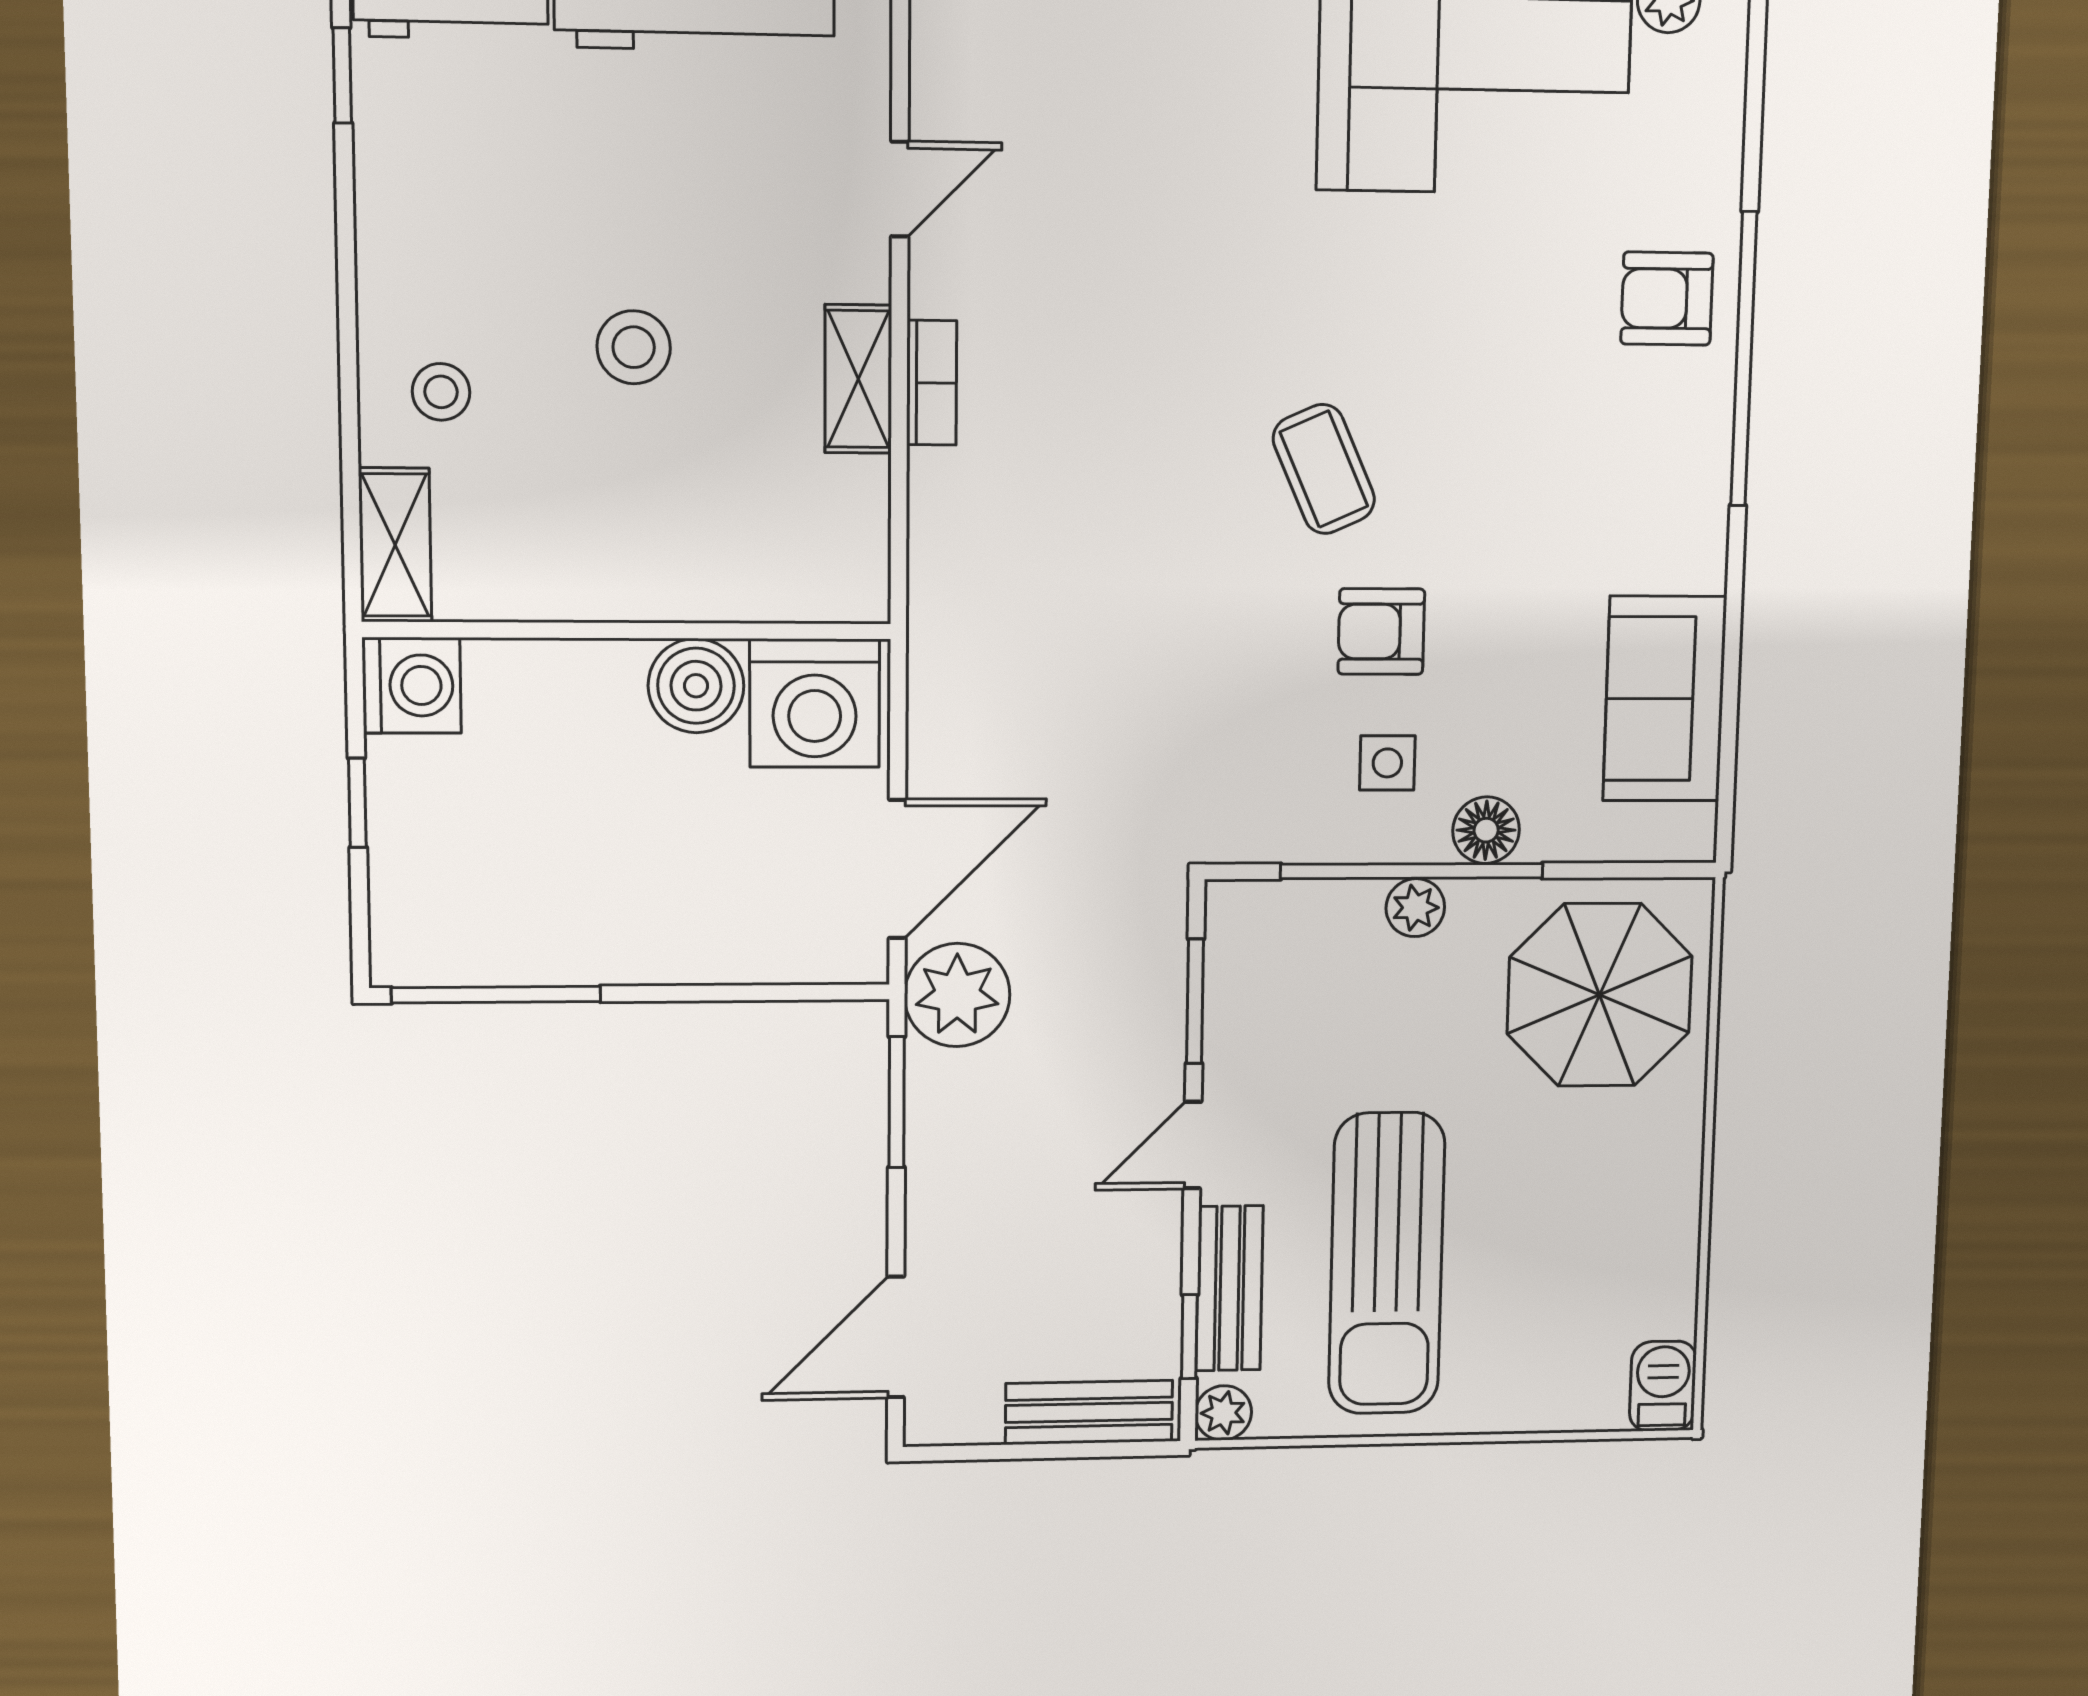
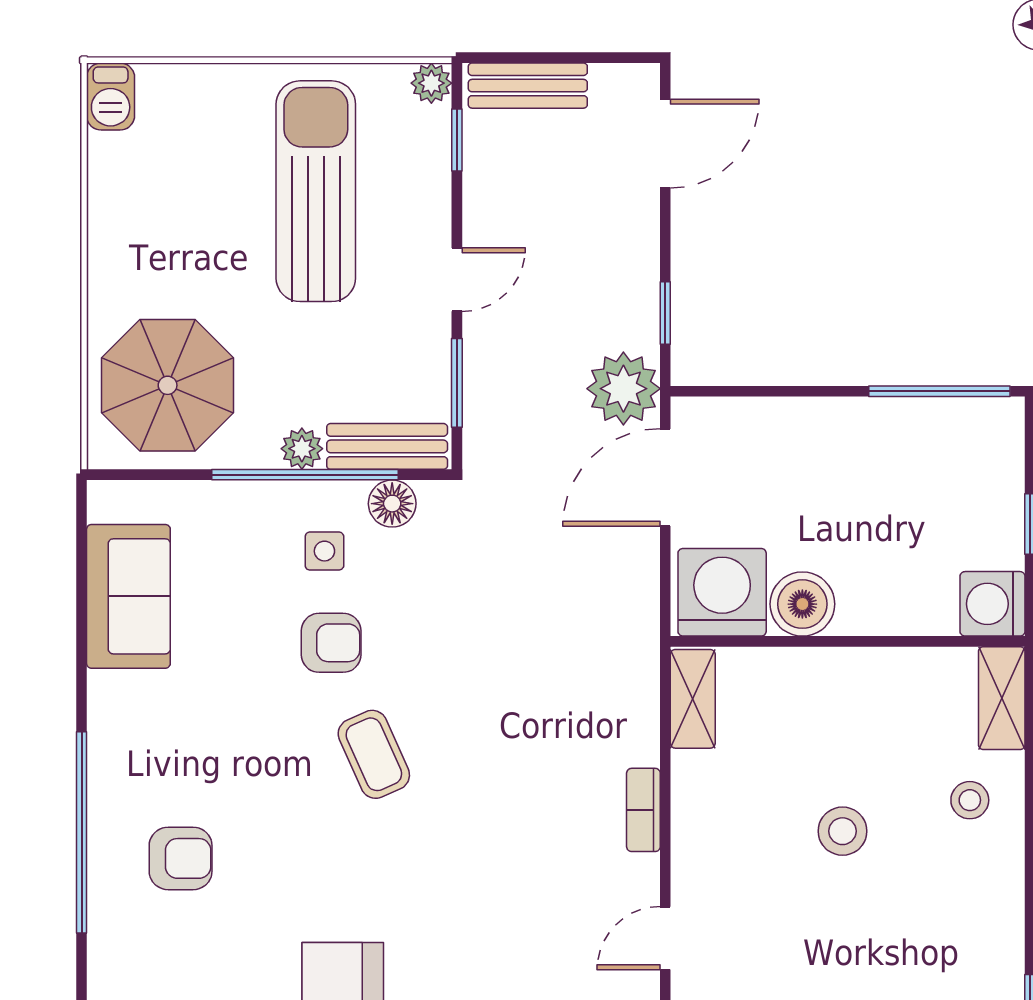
armchair: (1667, 299) -> (181, 858), moved
shelving: (858, 379) -> (693, 699), moved
floor lamp: (1486, 830) -> (392, 504), moved
window: (897, 1102) -> (665, 313), width x0.67
bench: (1229, 1288) -> (387, 446), moved, turned 90

